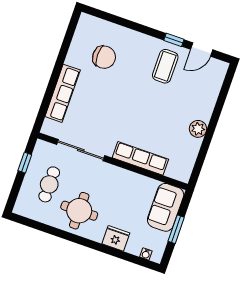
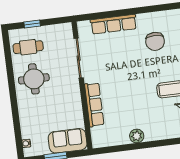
window: (25, 163) -> (32, 24), moved
cafe table: (49, 184) -> (28, 47), moved
fridge: (116, 238) -> (27, 116), removed

